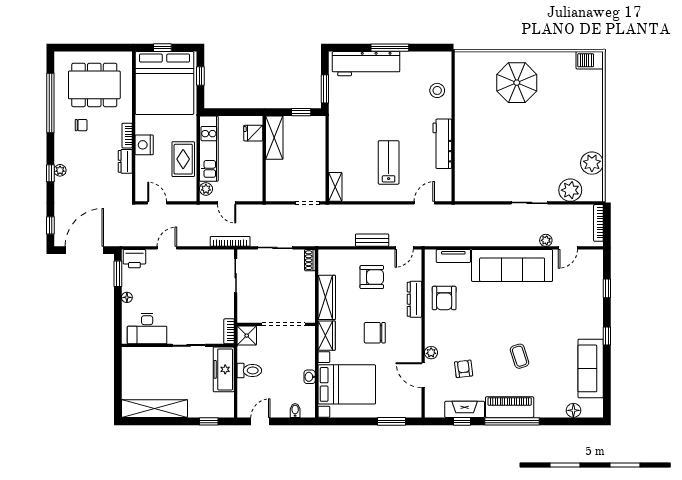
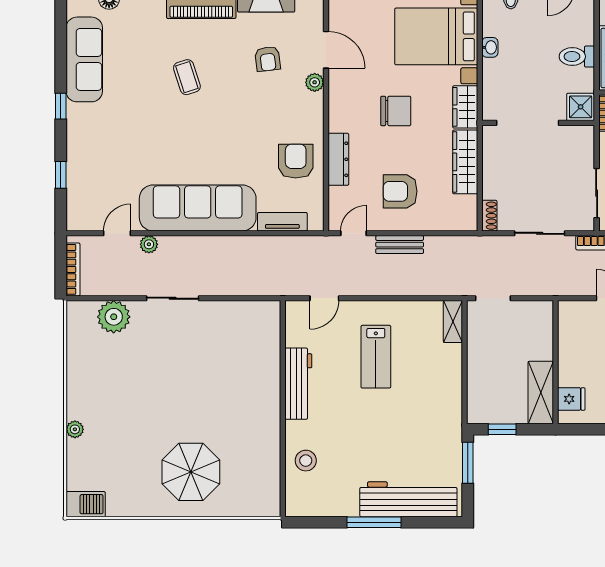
plant: (592, 163) -> (75, 429), moved, width x0.53, depth x0.53

